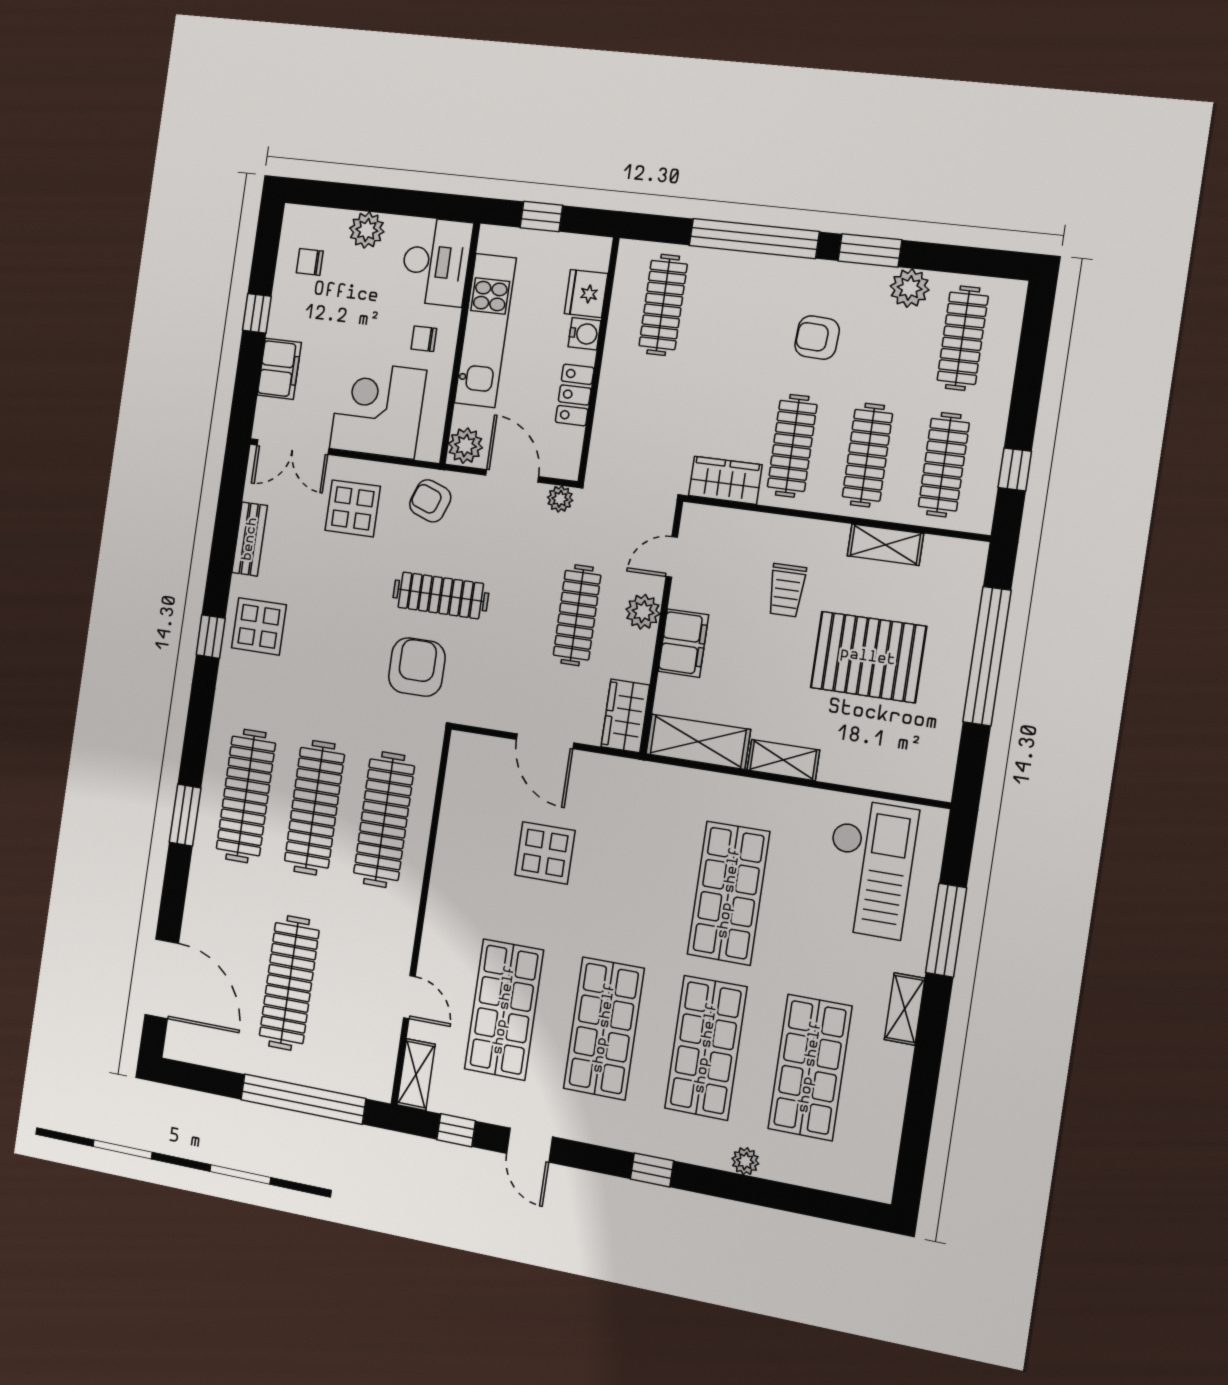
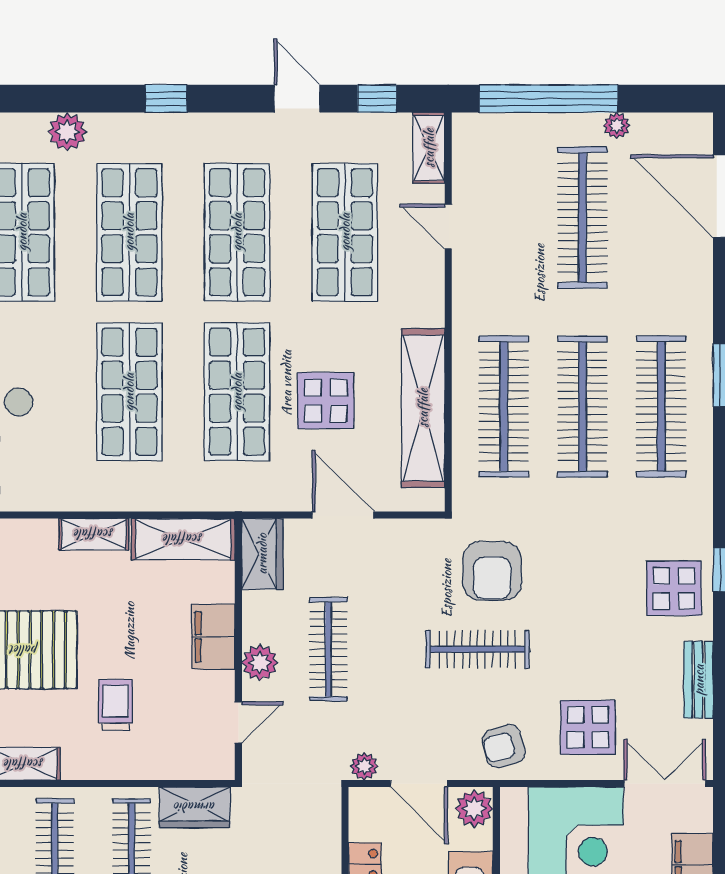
armchair: (430, 501) -> (504, 746), turned 144
shelving: (457, 830) -> (423, 408), added
shop shelf: (626, 875) -> (237, 392), added
plant: (247, 1062) -> (617, 126), added
plant: (745, 1161) -> (67, 132), width x1.38, depth x1.38

